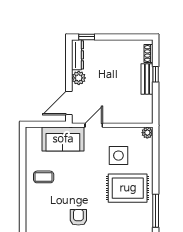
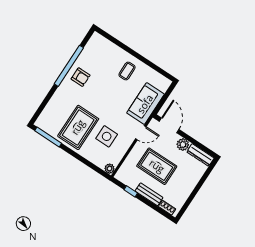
window: (87, 37) -> (209, 170), removed
window: (156, 74) -> (131, 191), moved
rug: (116, 89) -> (157, 166), added
door: (94, 125) -> (141, 133), hinge flipped

